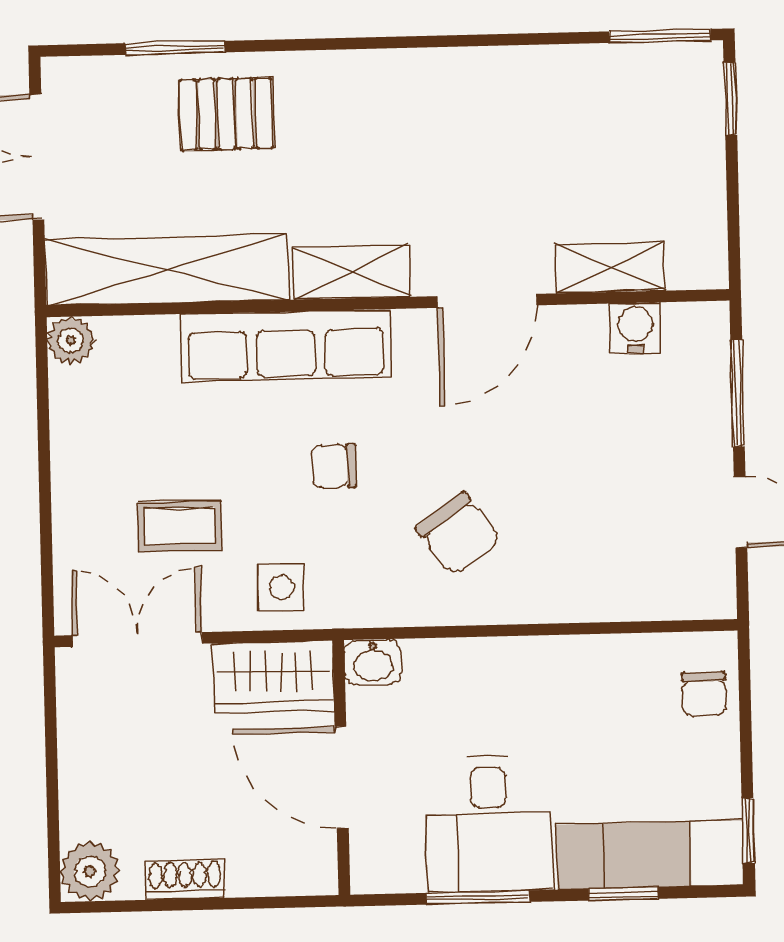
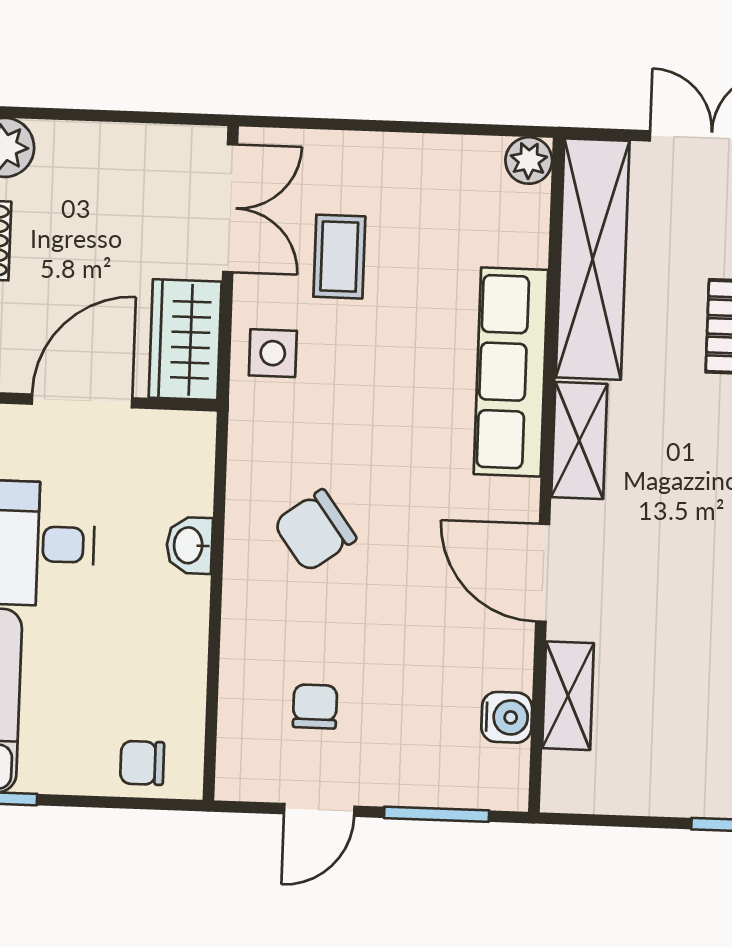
chair: (334, 466) -> (315, 706), moved
washbasin: (373, 662) -> (189, 545), moved

